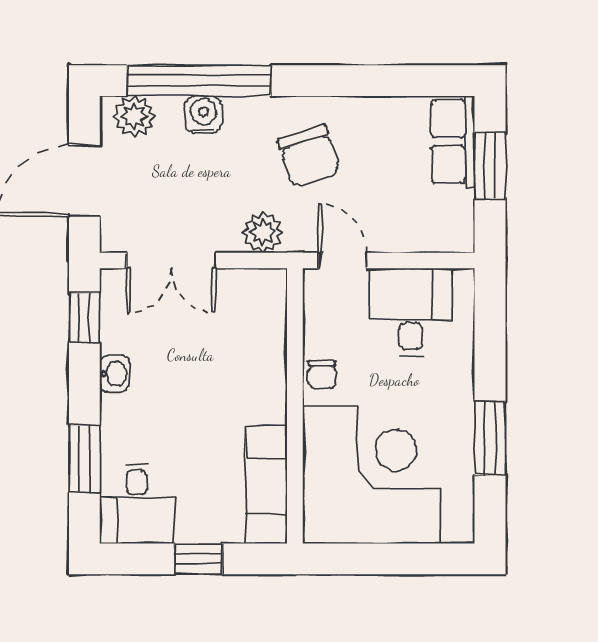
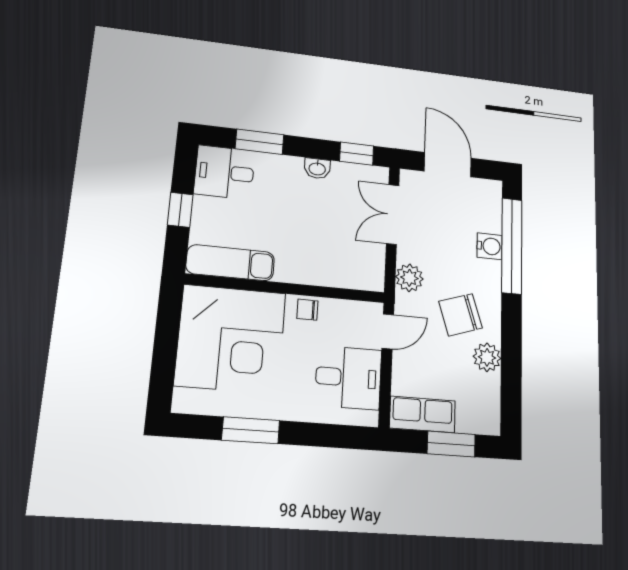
plant: (134, 116) -> (487, 357), moved
row of seats: (453, 141) -> (422, 414), moved

